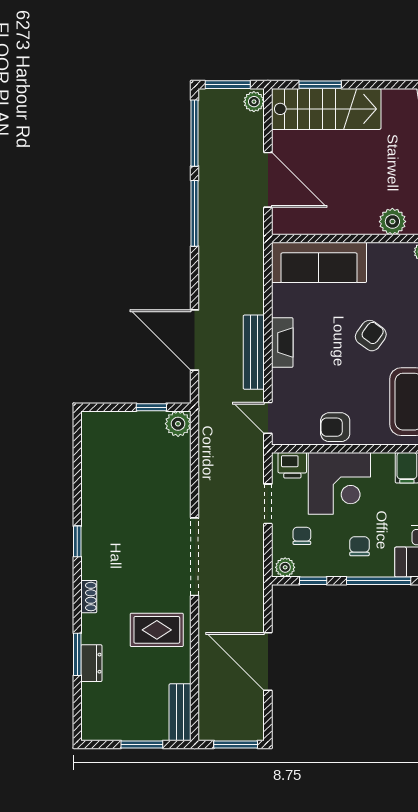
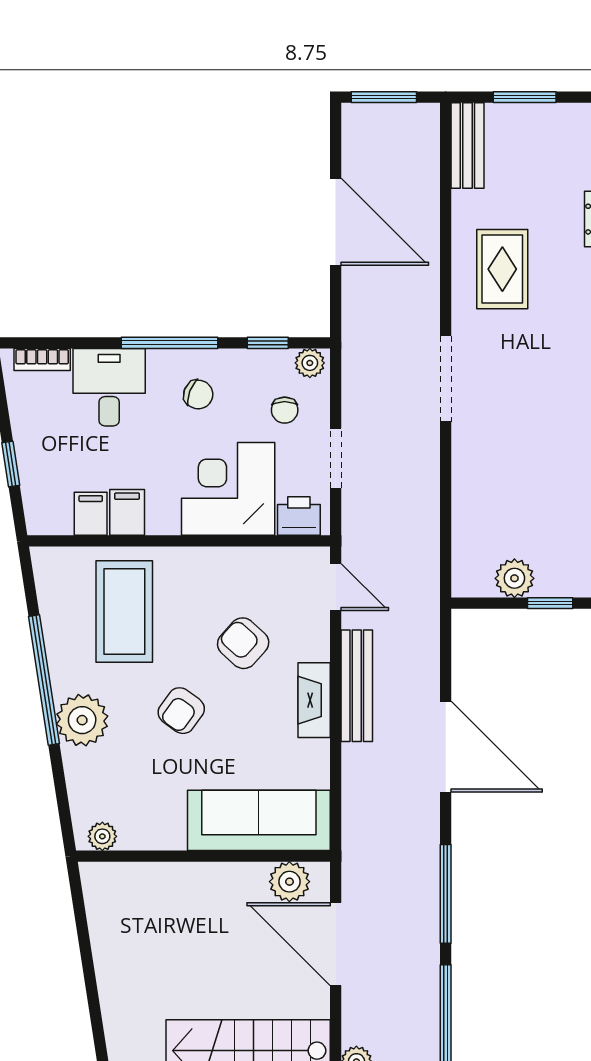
plant: (392, 222) -> (289, 882), moved
door: (195, 340) -> (446, 747), moved
window: (151, 407) -> (550, 603), moved
plant: (178, 424) -> (514, 578), moved
armchair: (335, 427) -> (243, 643), moved, turned -138
chair: (359, 546) -> (198, 394), turned -69
doorway: (195, 557) -> (446, 379), width x0.73
rug: (157, 630) -> (502, 269), turned 90

